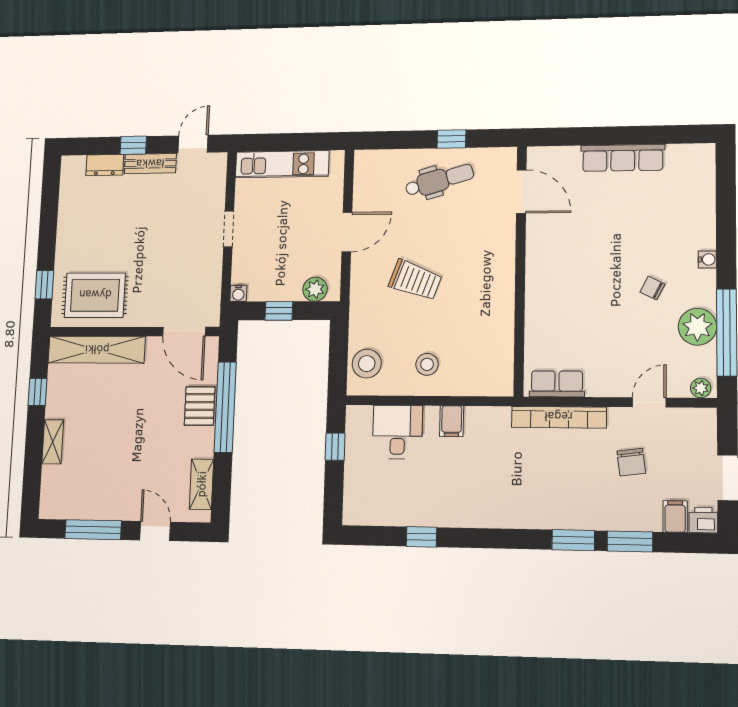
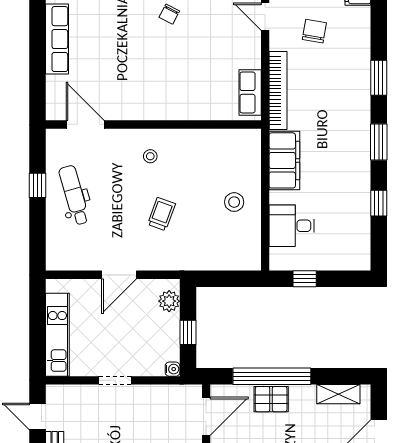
door: (521, 192) -> (85, 124), hinge flipped
door: (347, 232) -> (119, 275), swing flipped
trolley: (415, 280) -> (162, 214), width x0.73, depth x0.72
stool: (367, 364) -> (150, 156), moved, width x0.53, depth x0.53
filing cabinet: (452, 421) -> (284, 160), width x3.00, depth x1.17
chair: (631, 462) -> (314, 31), turned -73
window: (630, 541) -> (379, 142), moved

